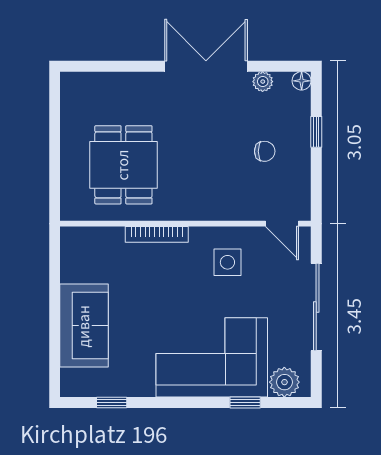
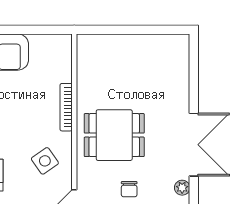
dining table: (123, 165) -> (114, 135), moved
side table: (227, 262) -> (45, 161), turned -35

